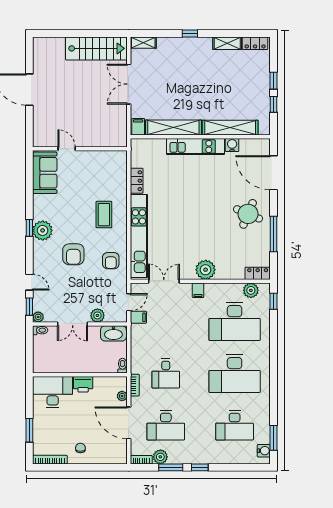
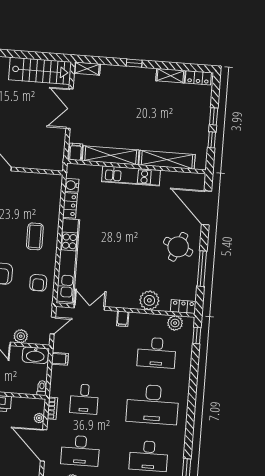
water cooler: (232, 145) -> (72, 185), moved, turned -90
plant: (206, 270) -> (149, 300), moved
filing cabinet: (138, 317) -> (60, 359), moved
desk: (235, 321) -> (157, 353), width x0.73, depth x0.77

